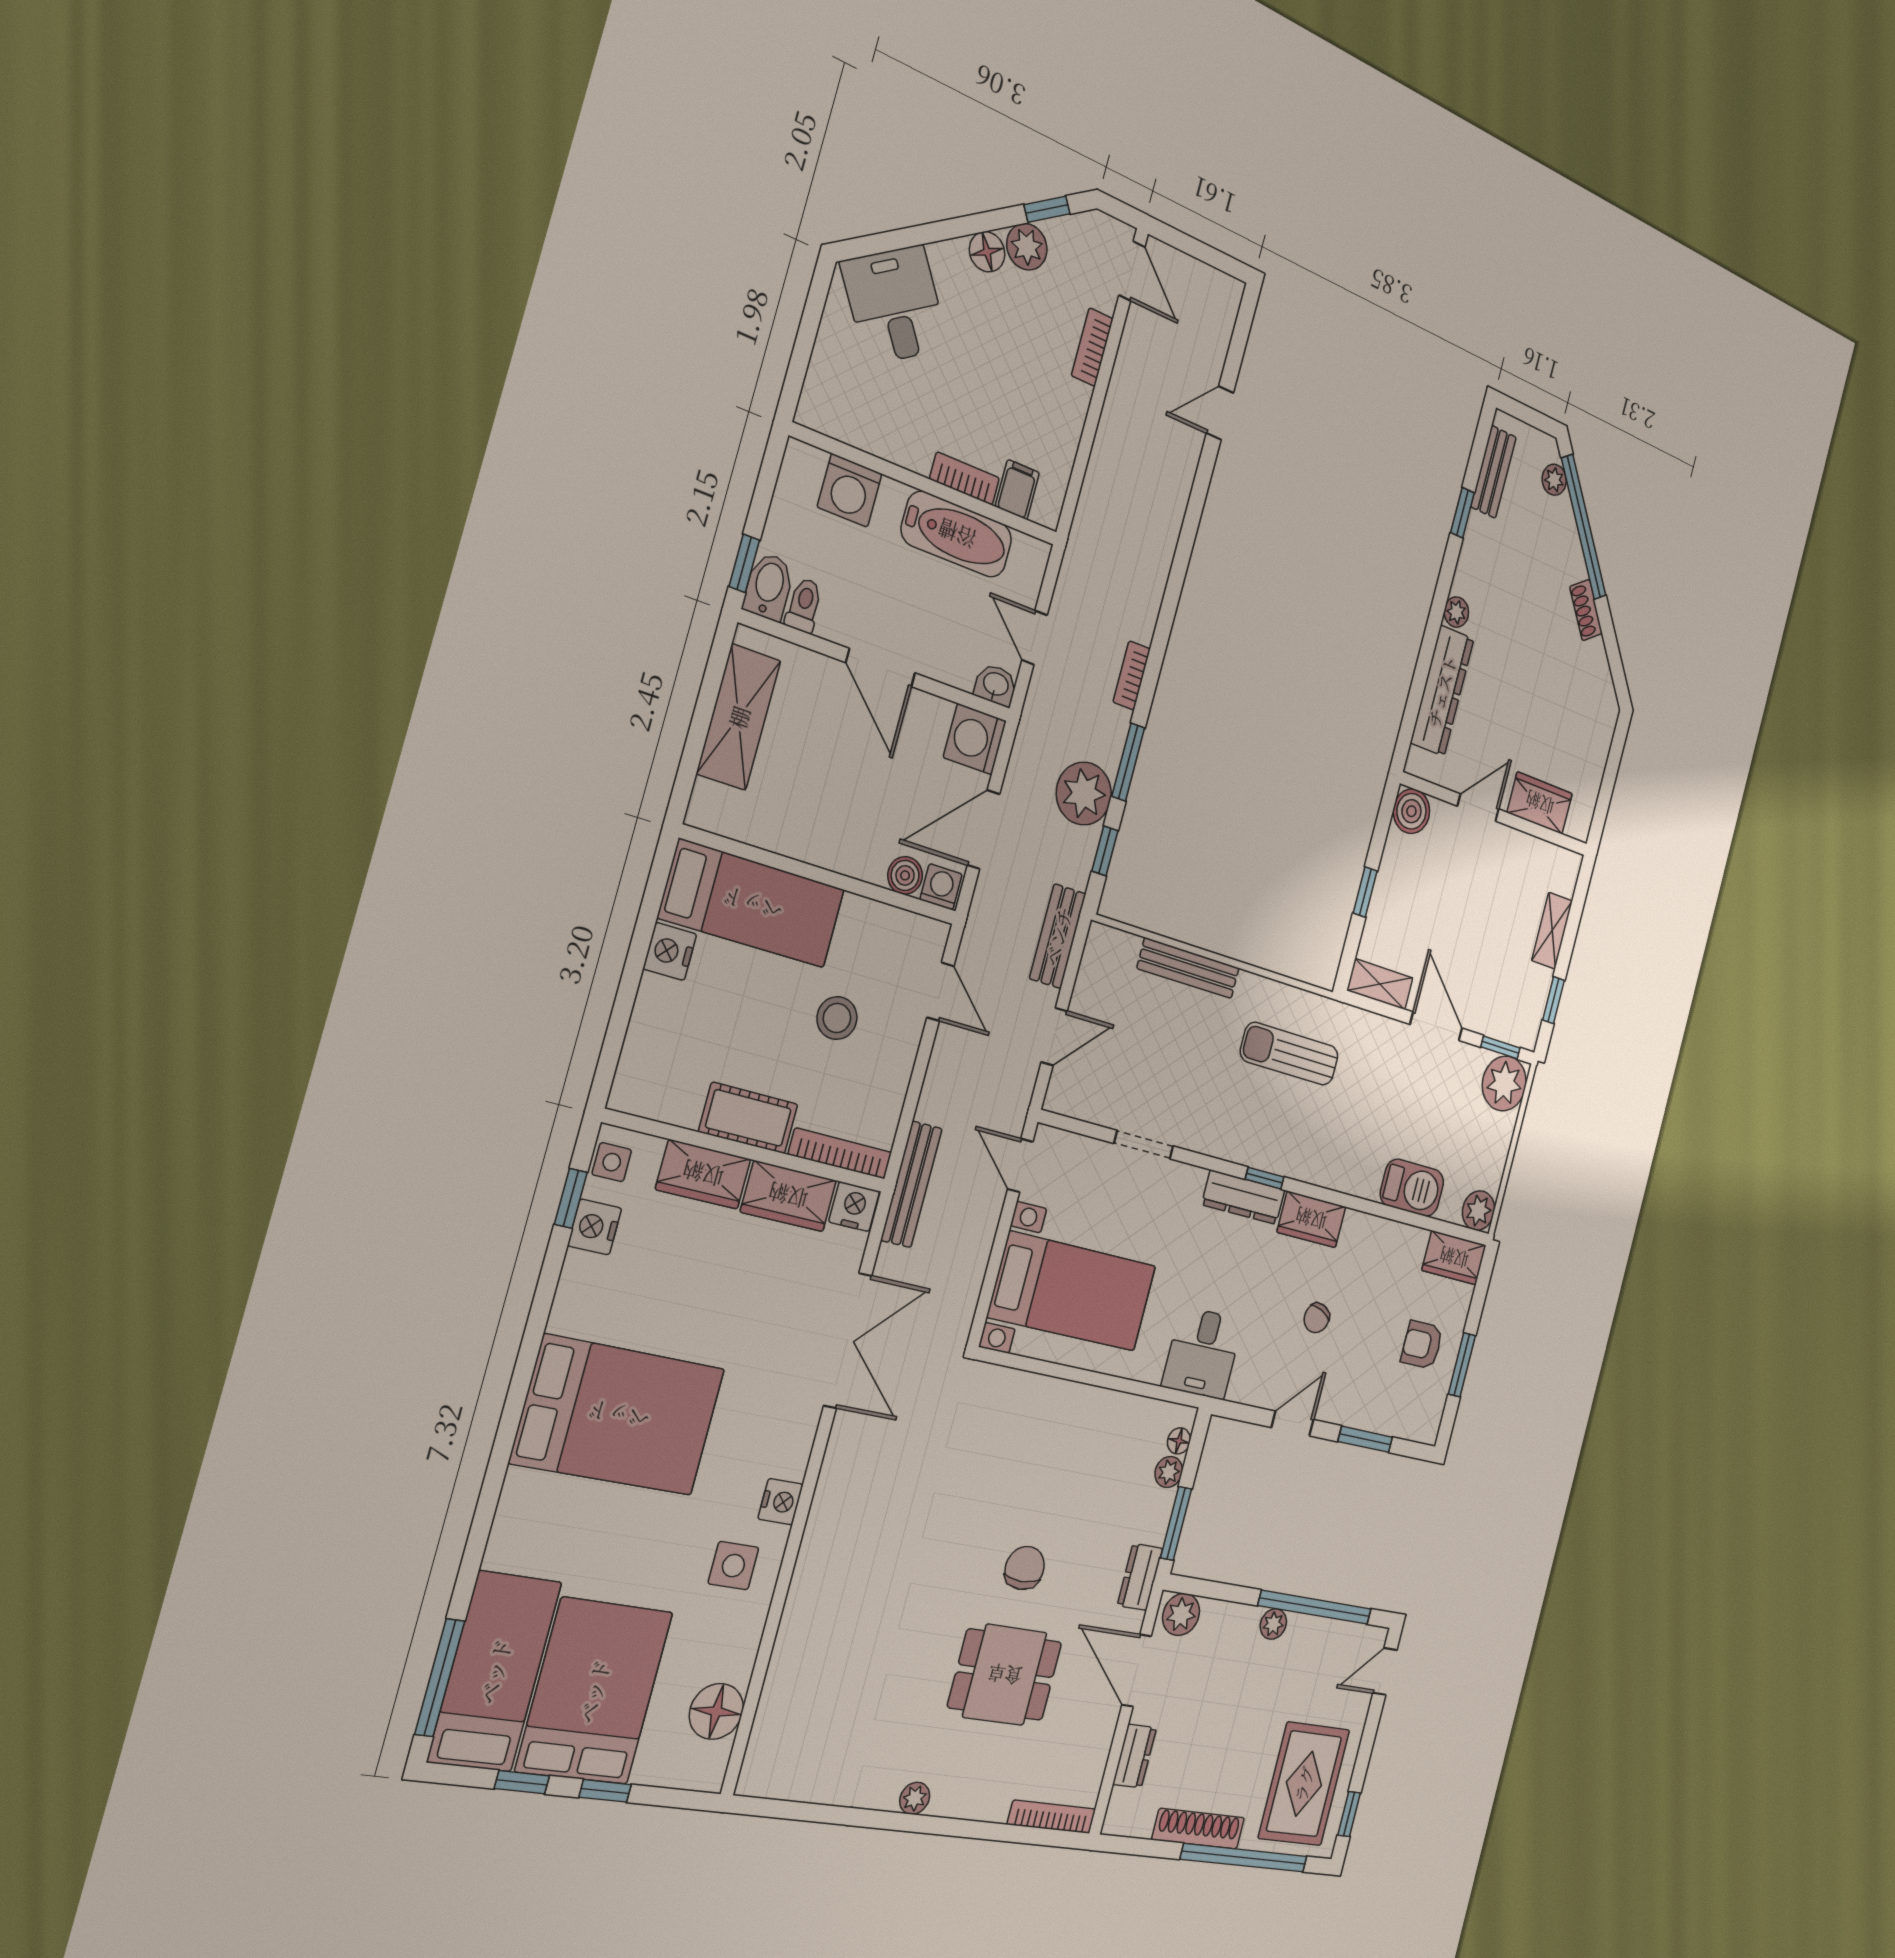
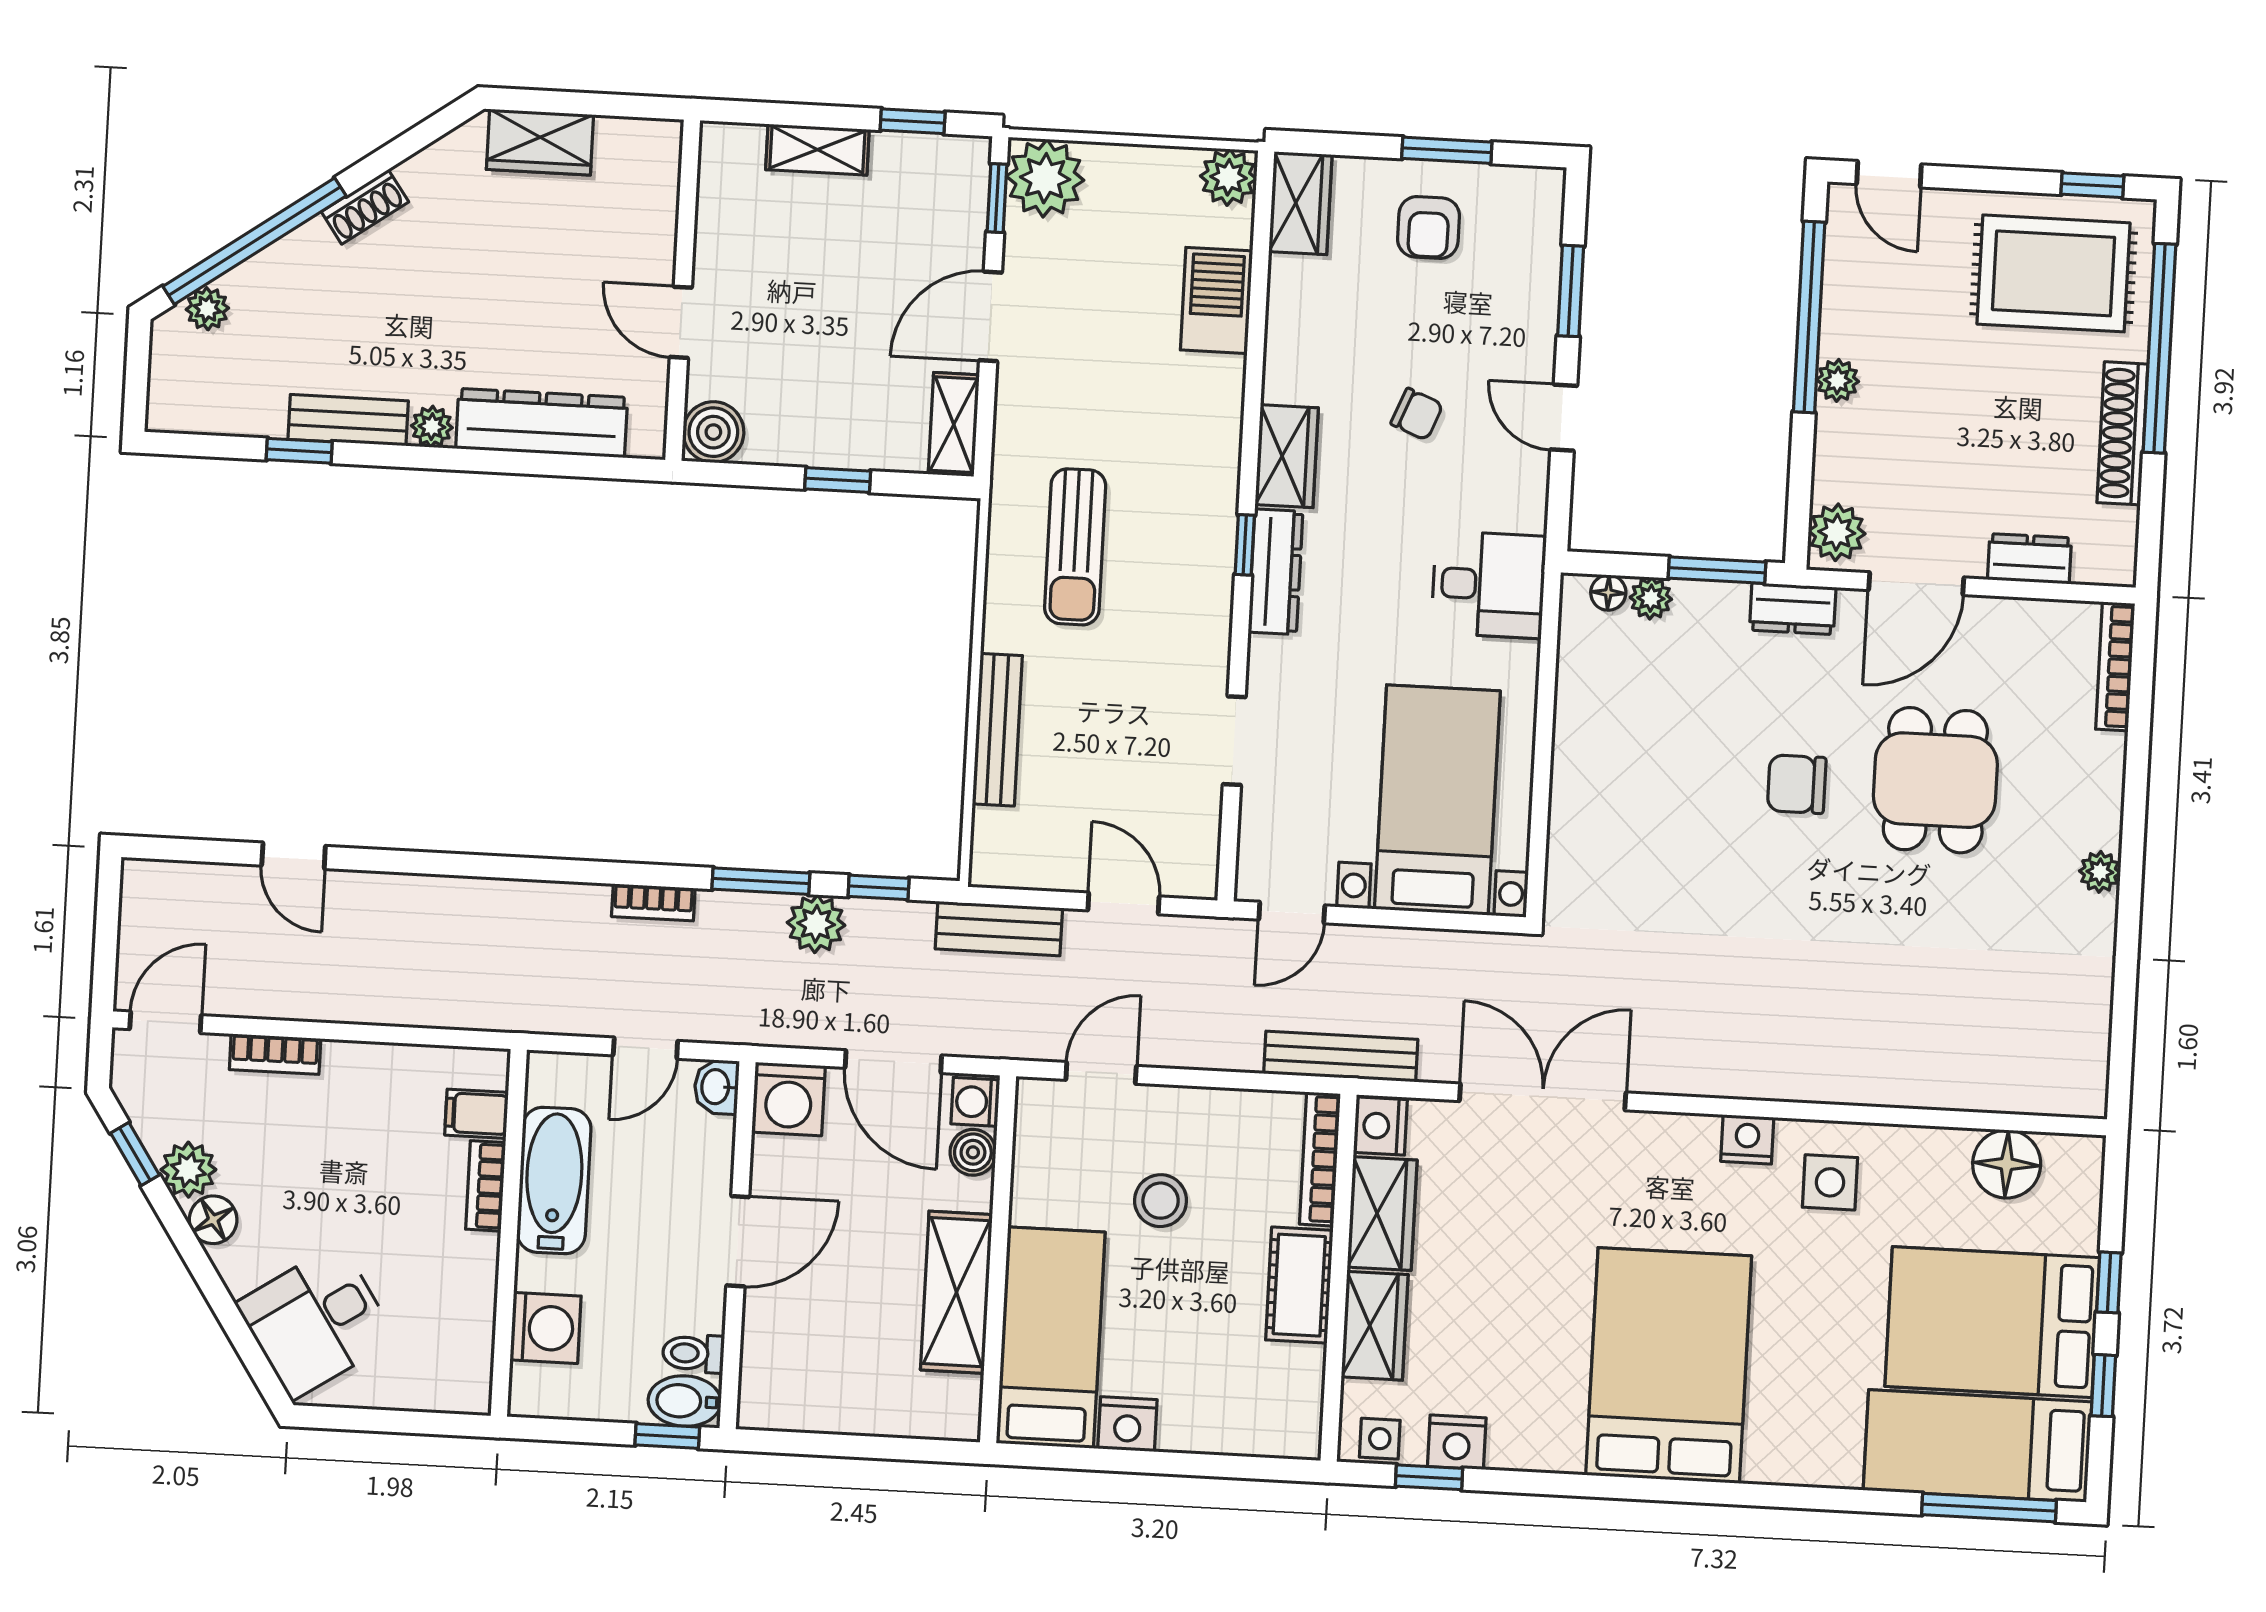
bench: (1493, 472) -> (348, 420), moved
shelving: (739, 717) -> (957, 1292), moved, turned 90
plant: (1084, 794) -> (816, 924), width x0.73, depth x0.73
wardrobe: (1540, 803) -> (540, 142), moved, turned -90

